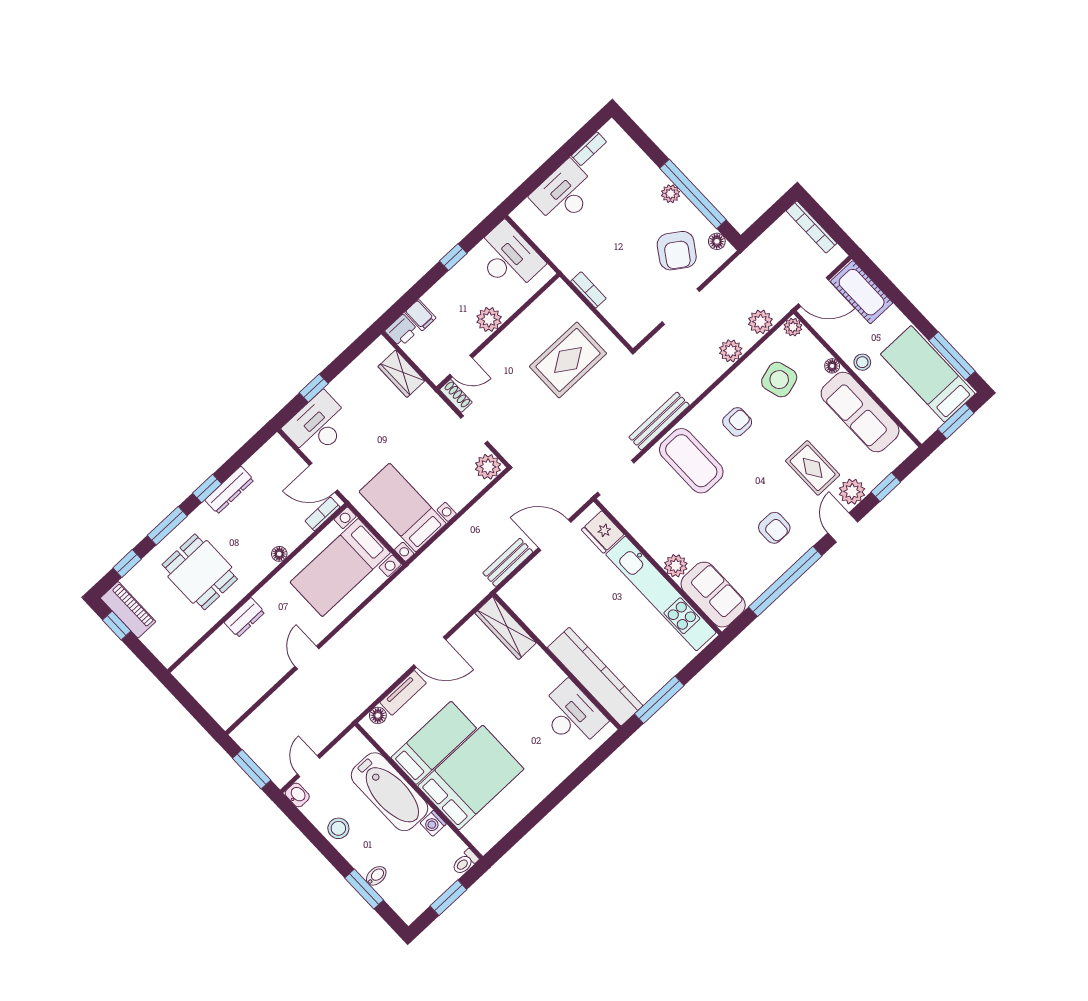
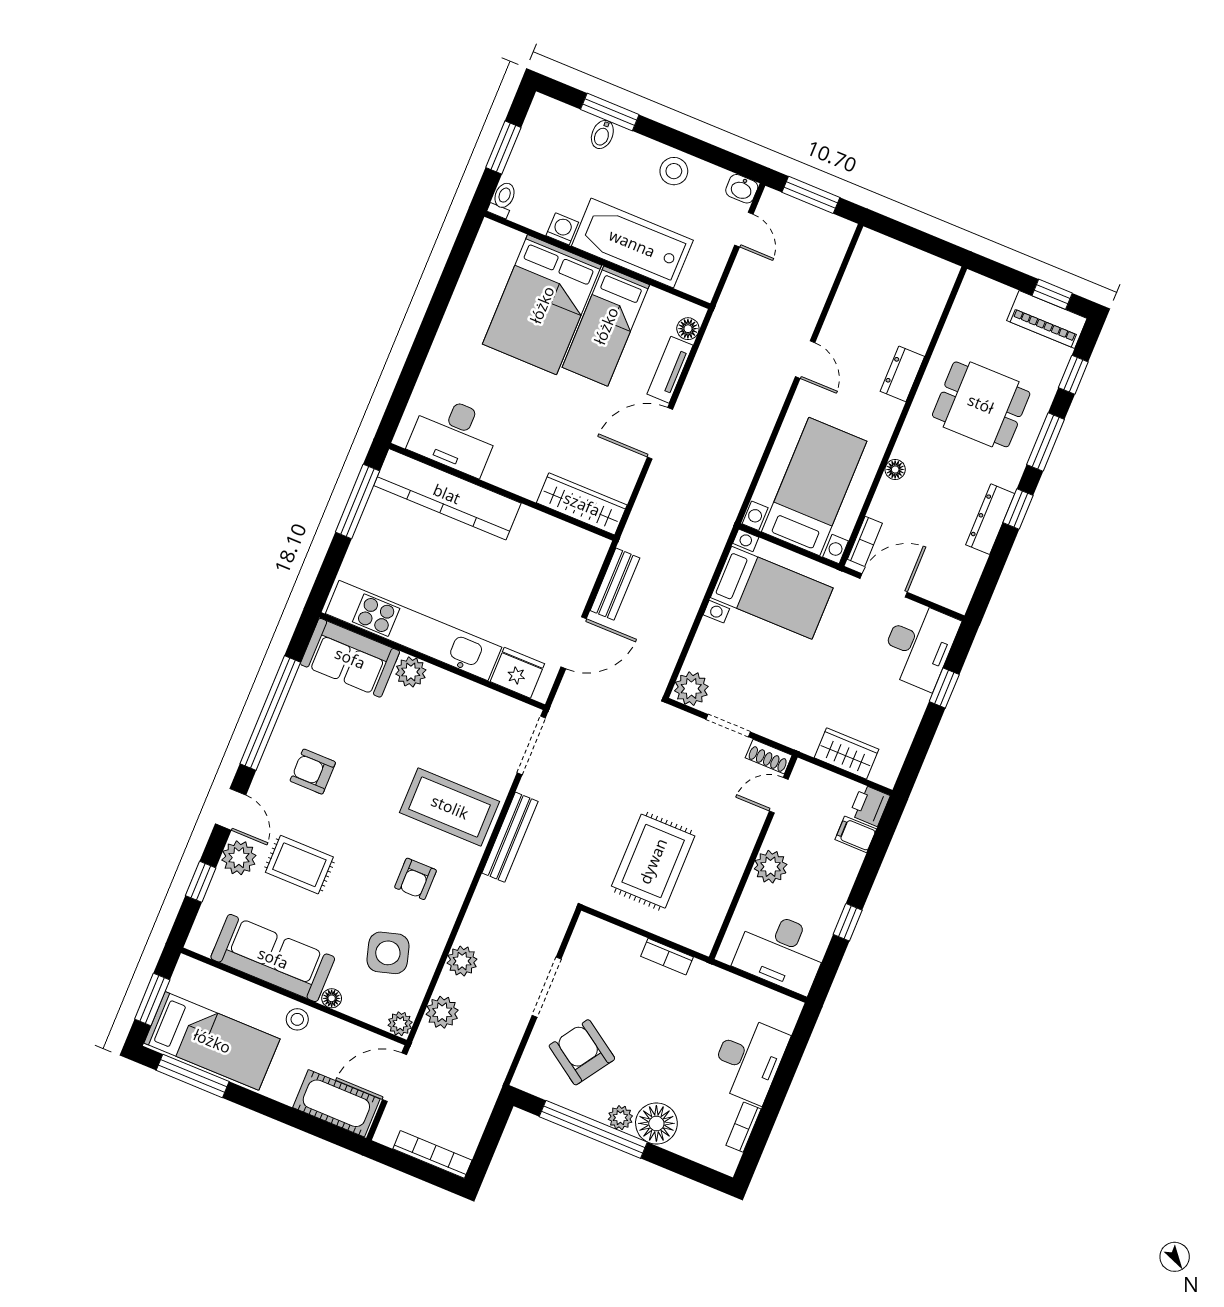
floor lamp: (717, 241) -> (656, 1123), moved, width x1.89, depth x1.89

